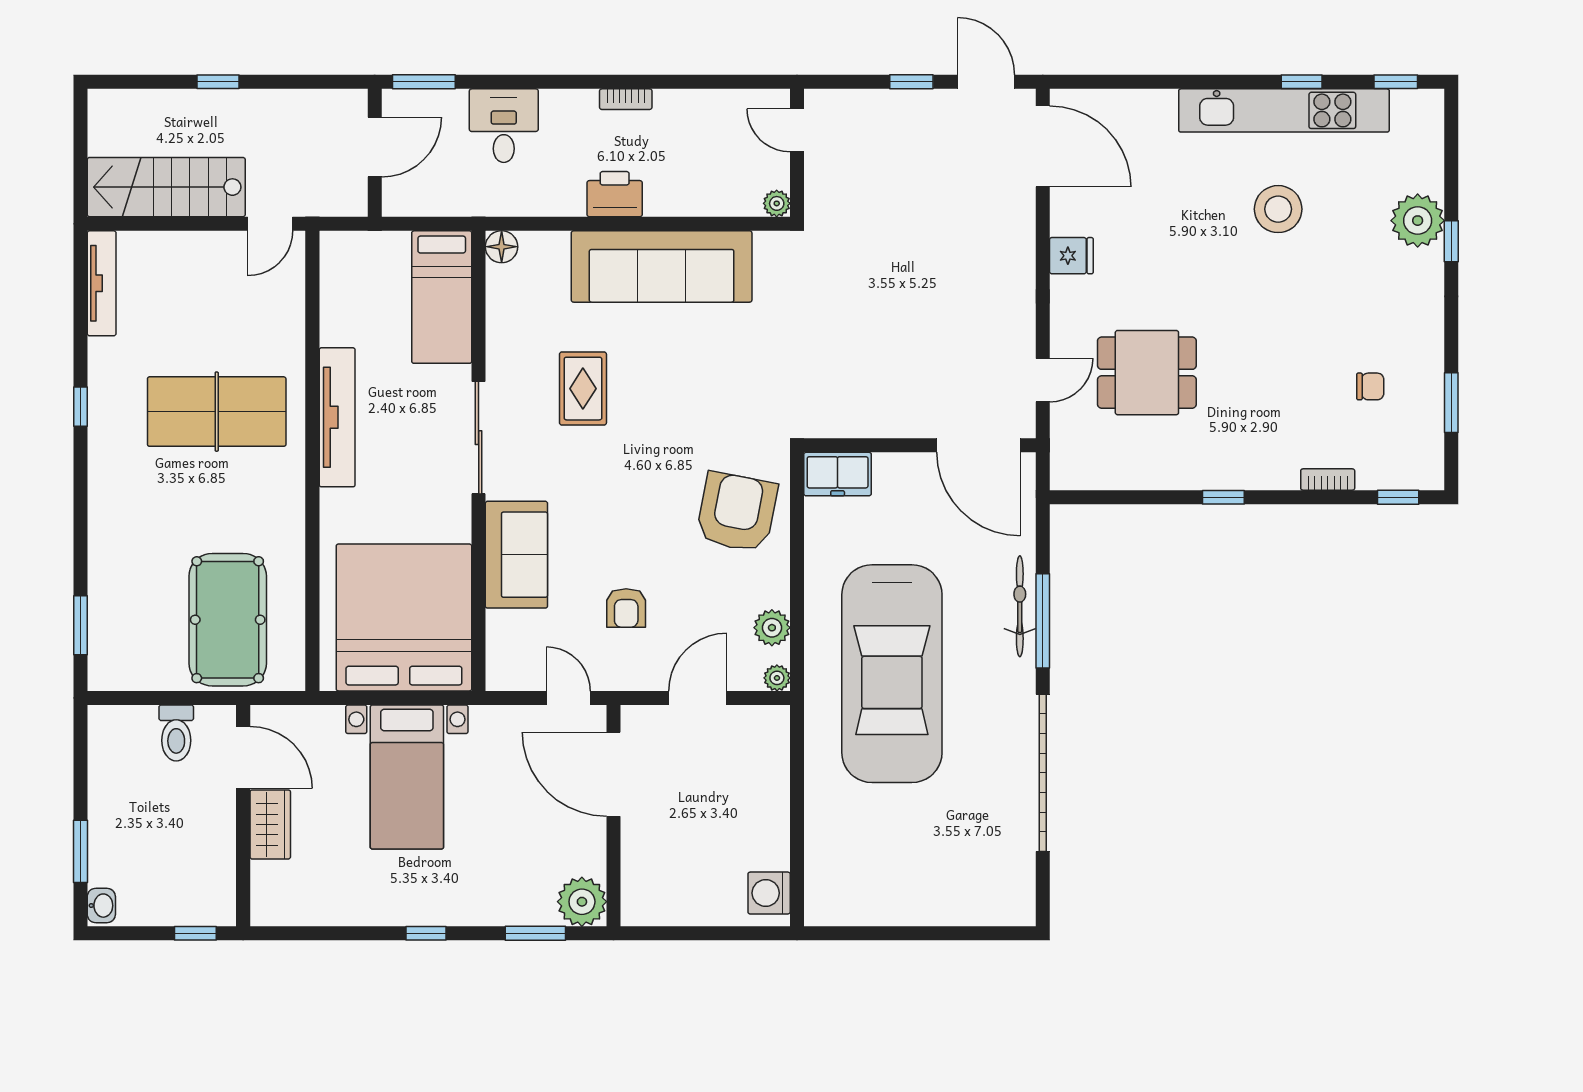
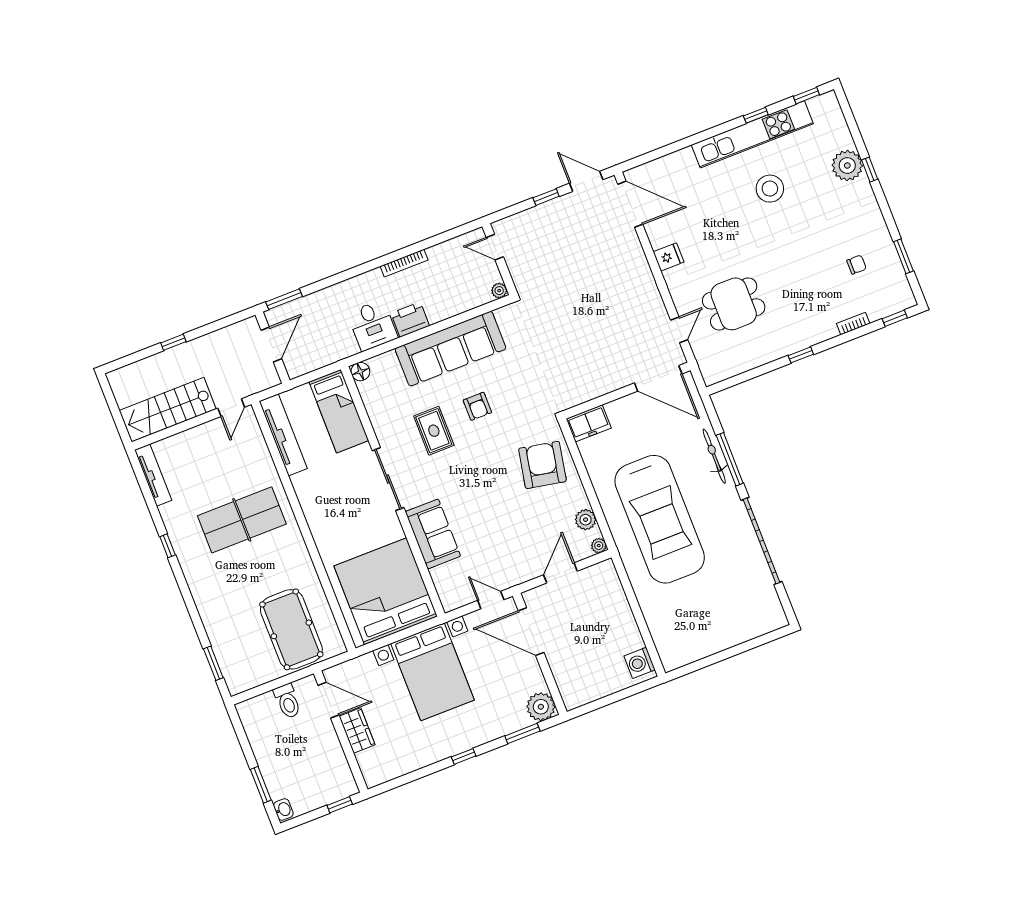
bookcase: (626, 99) -> (404, 263), width x1.56
desk: (504, 126) -> (372, 325), moved, turned 180
tv unit: (337, 417) -> (283, 435), moved
armchair: (626, 608) -> (477, 406), moved
bed with nightstands: (407, 777) -> (432, 672), width x1.36

